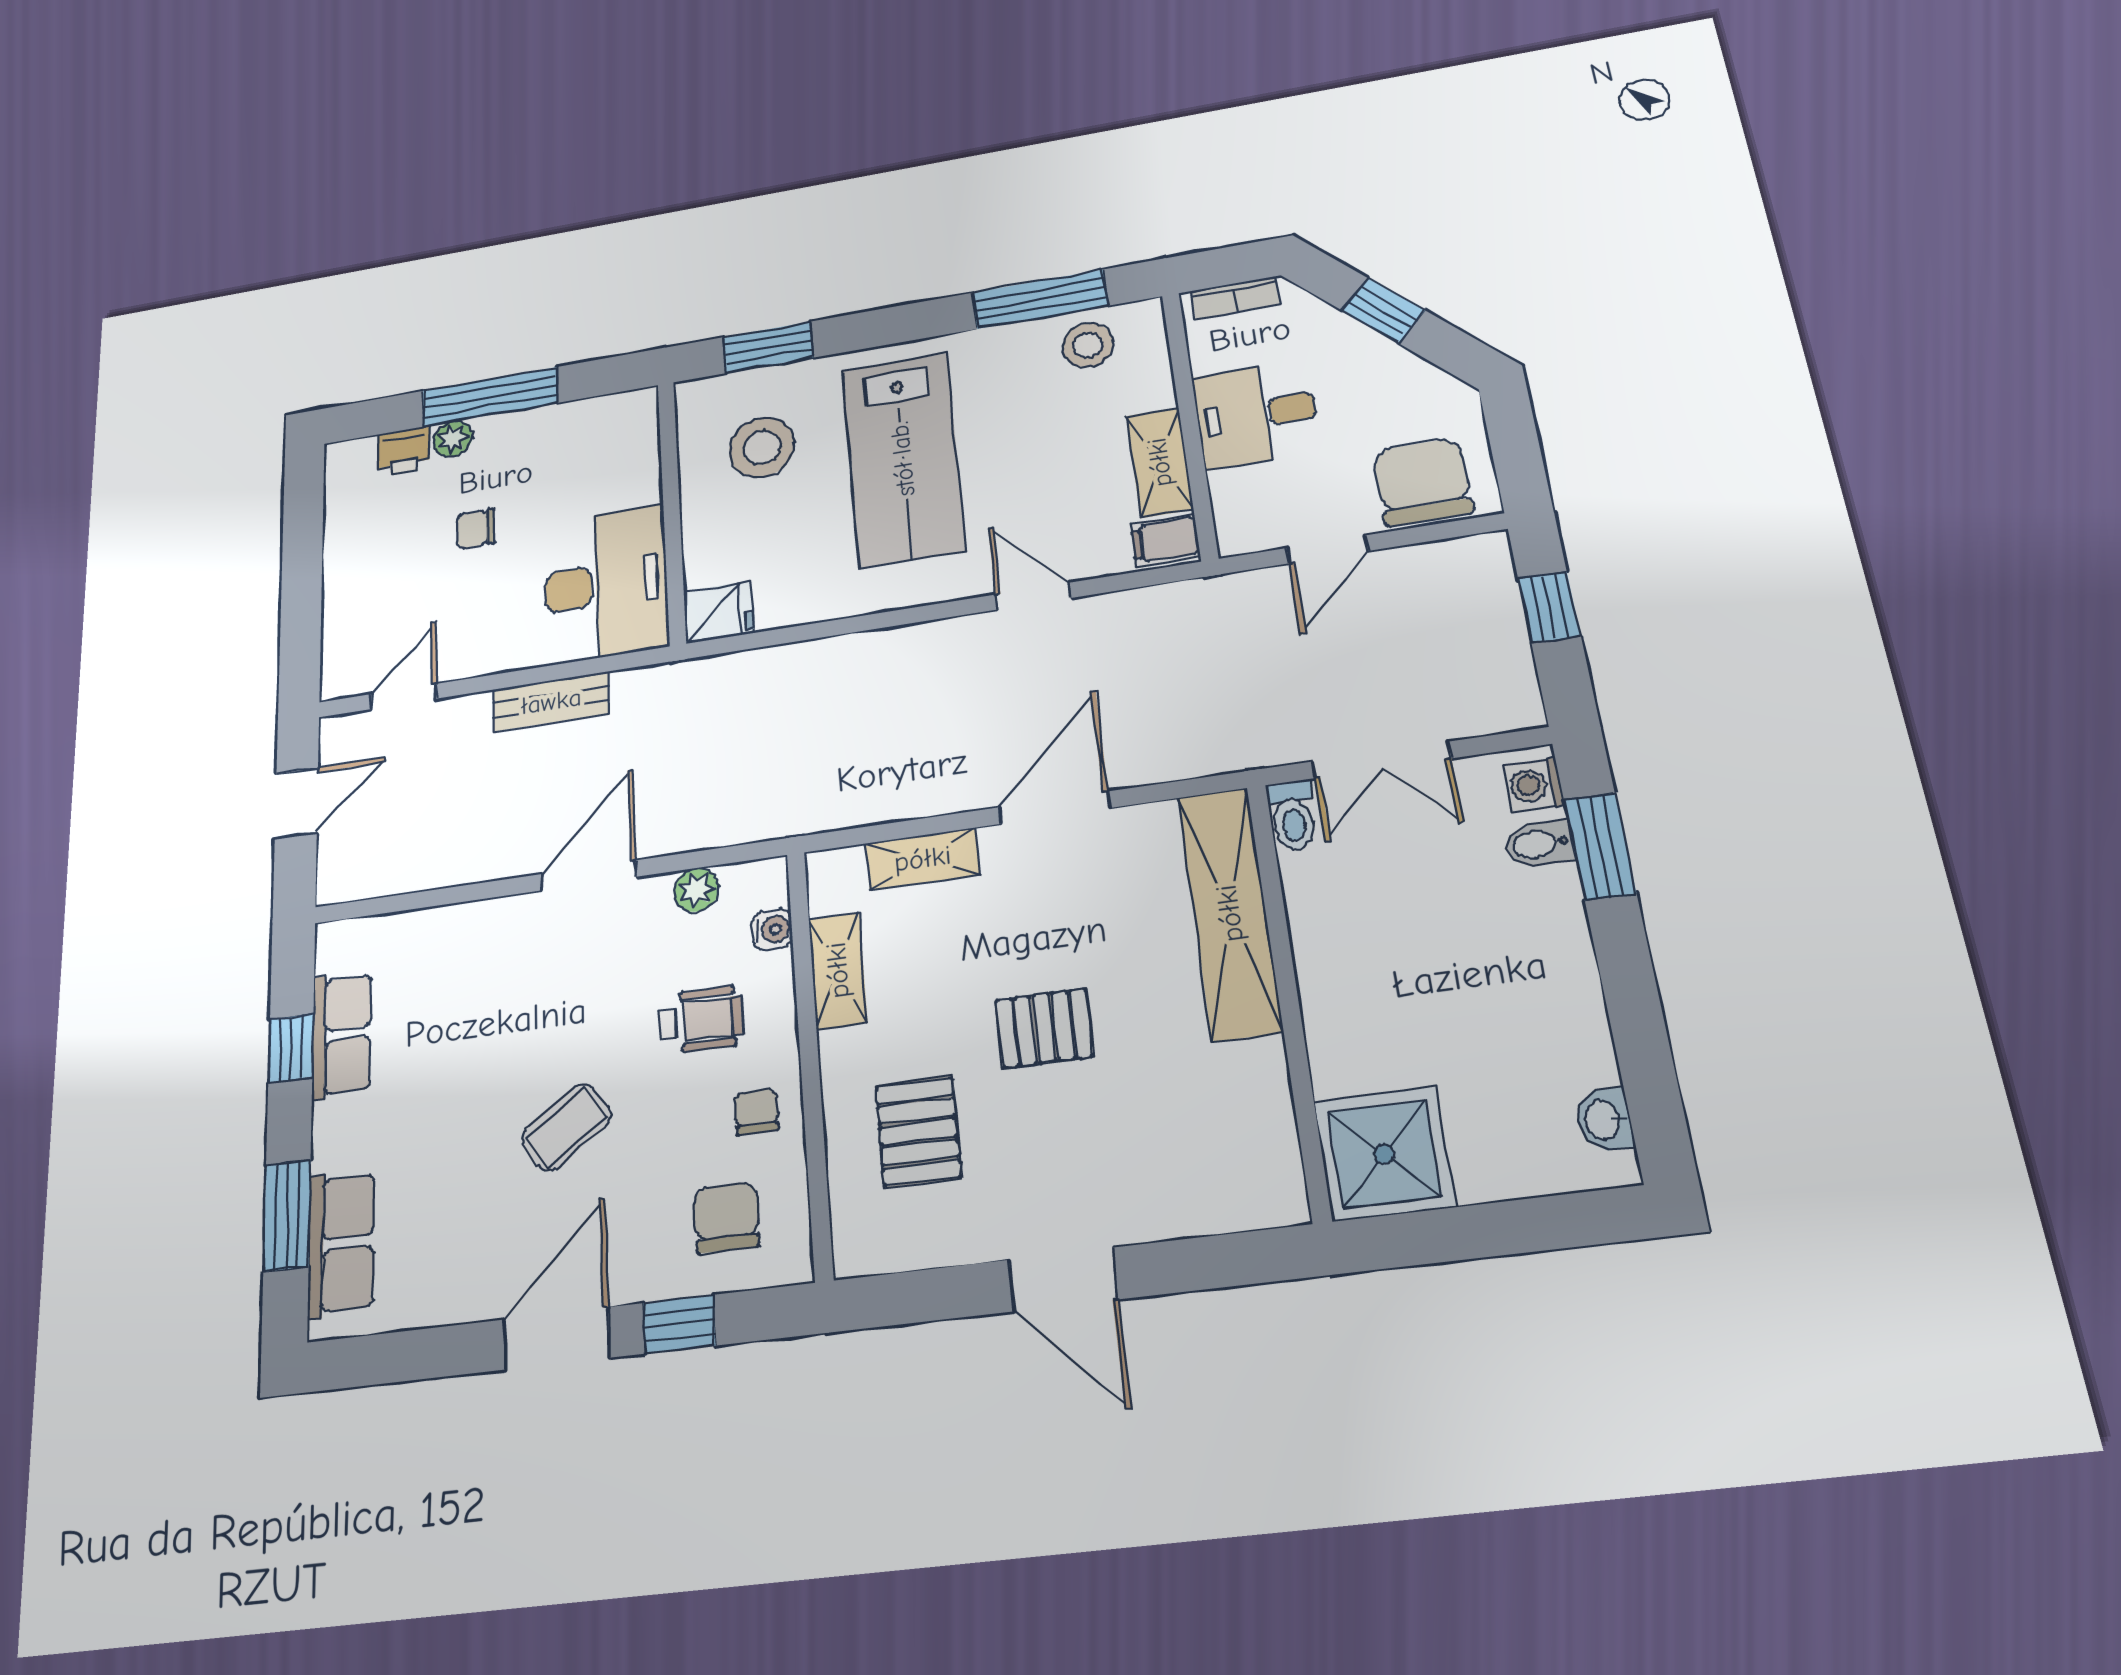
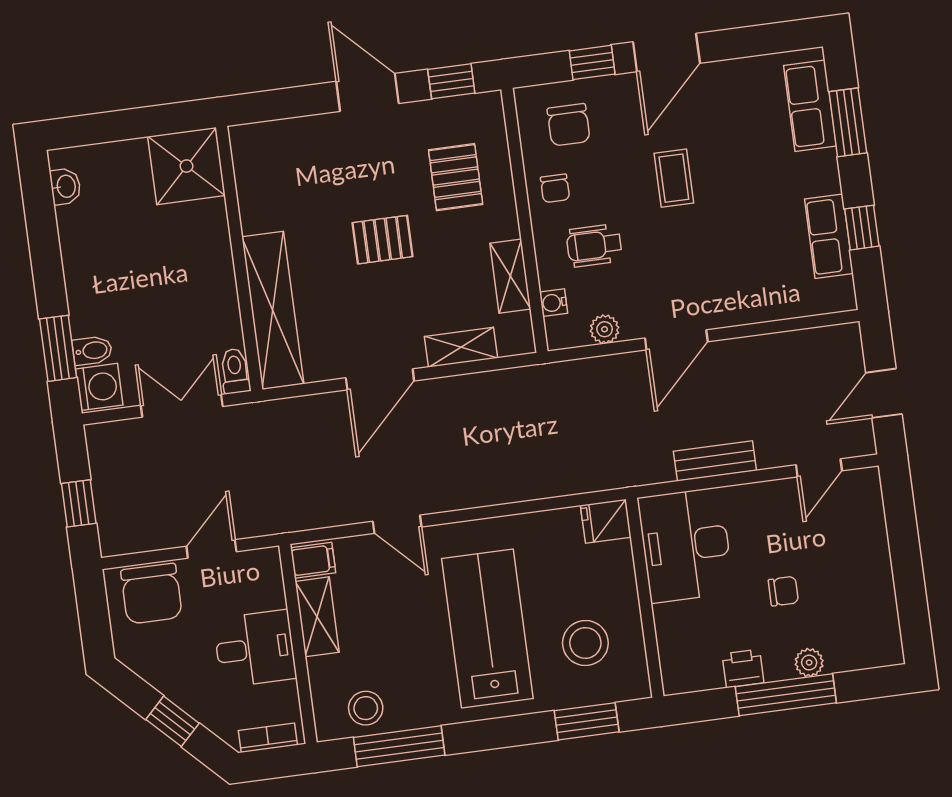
printer: (404, 451) -> (743, 668), moved
washing machine: (1534, 785) -> (99, 387), width x1.38, depth x1.38
coffee table: (566, 1127) -> (674, 178), turned -55
window: (918, 1296) -> (451, 81), added

